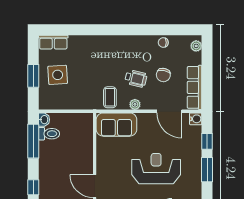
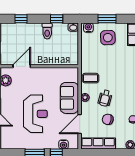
water cooler: (45, 100) -> (88, 28), added
water cooler: (196, 119) -> (64, 144), moved
sofa: (116, 125) -> (69, 98), moved
toilet: (49, 134) -> (47, 31), moved
window: (33, 141) -> (57, 19), width x0.46

